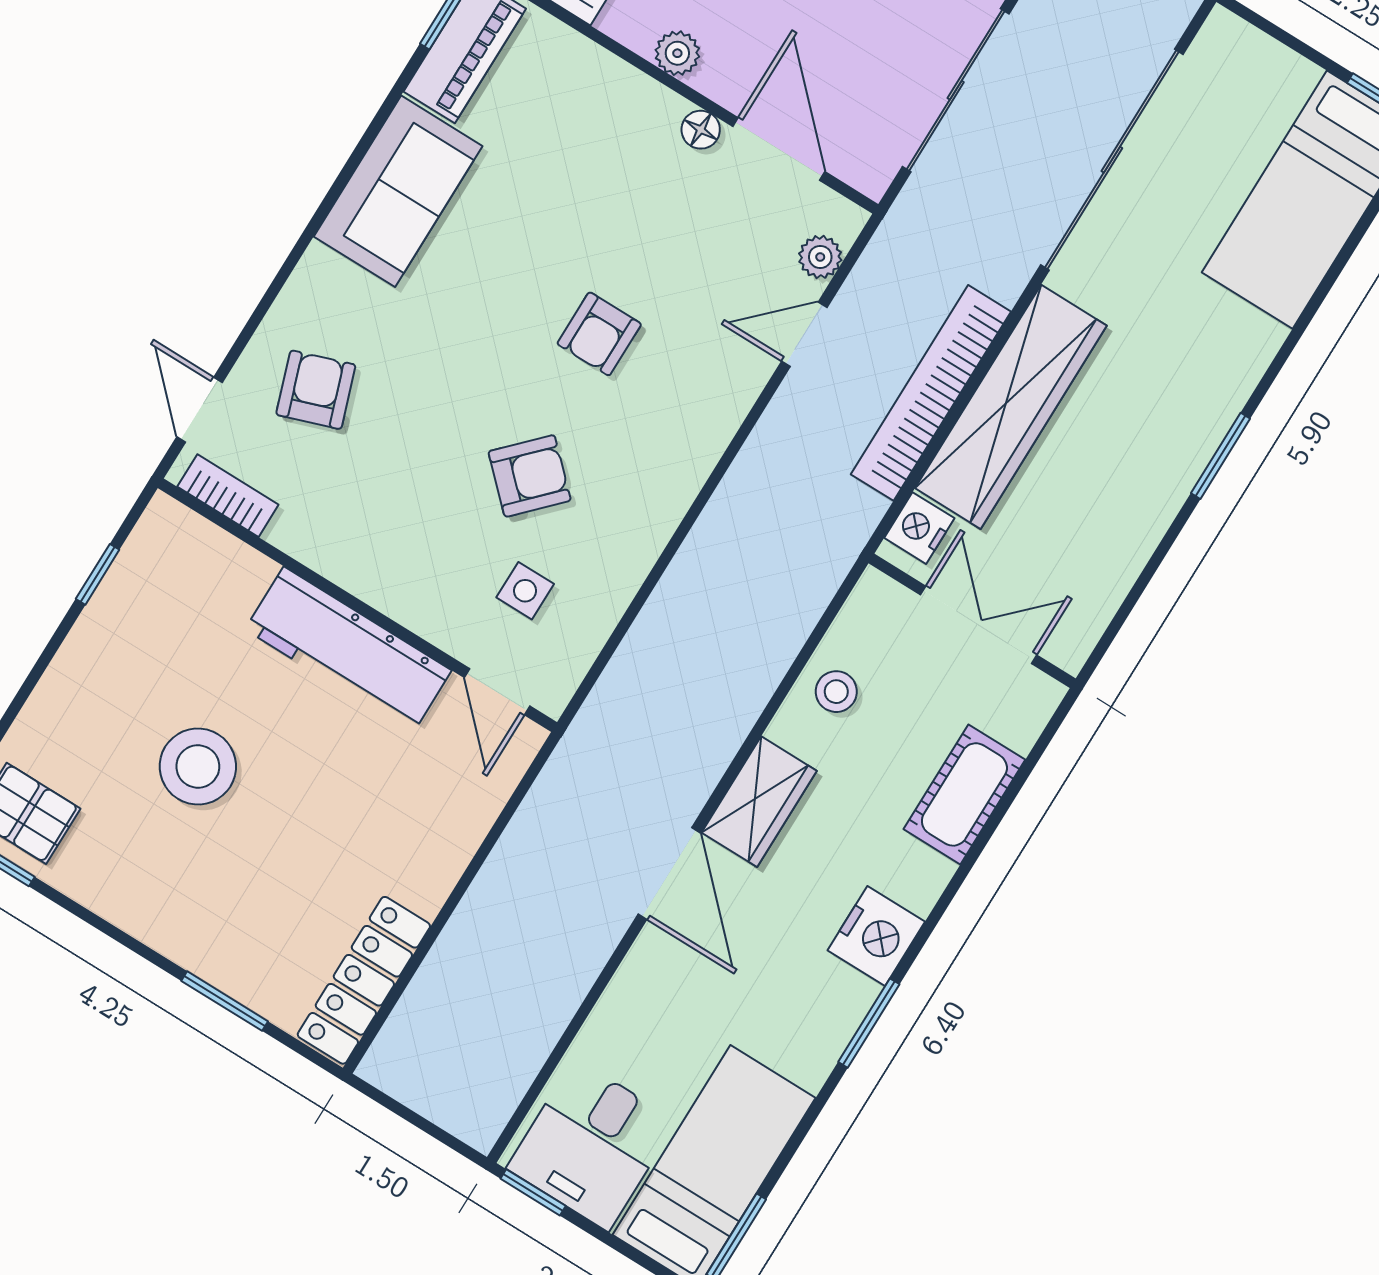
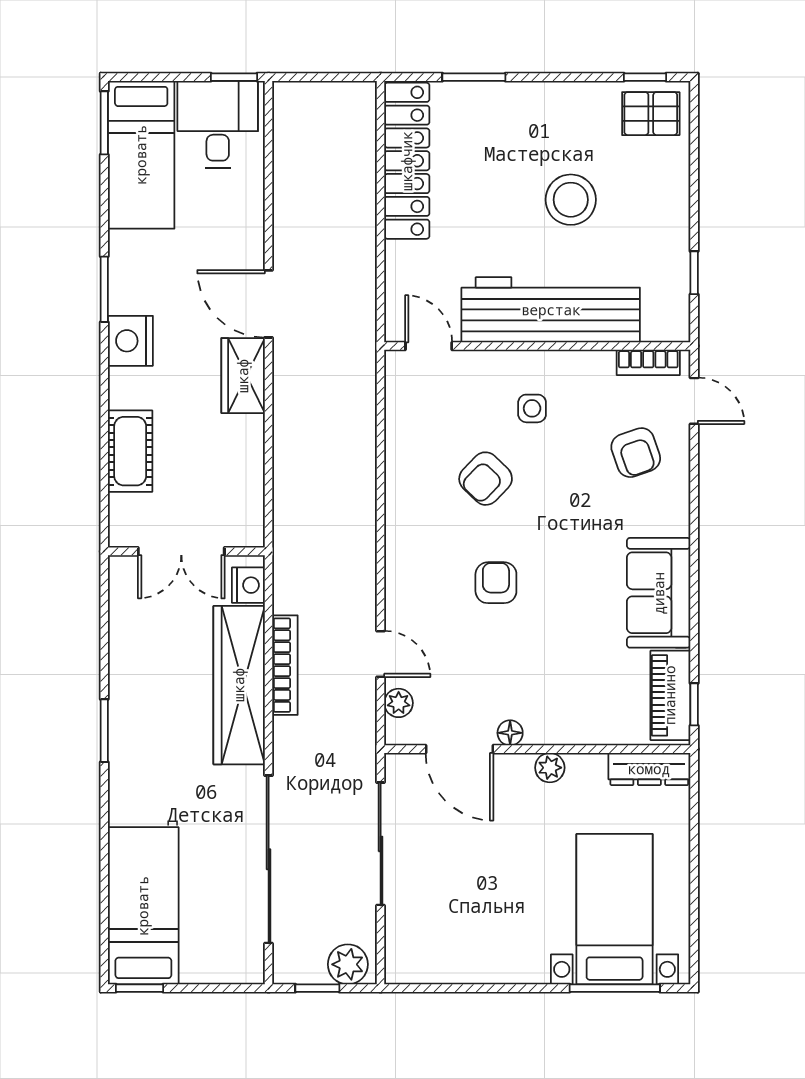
door: (804, 334) -> (381, 654), hinge flipped
bookcase: (931, 393) -> (285, 665), width x0.68, depth x0.76
side table: (525, 591) -> (532, 408), moved
workbench: (348, 650) -> (551, 310), width x1.36, depth x1.32
stool: (836, 692) -> (238, 464), removed
locker: (364, 980) -> (407, 161), width x1.41, depth x1.21

